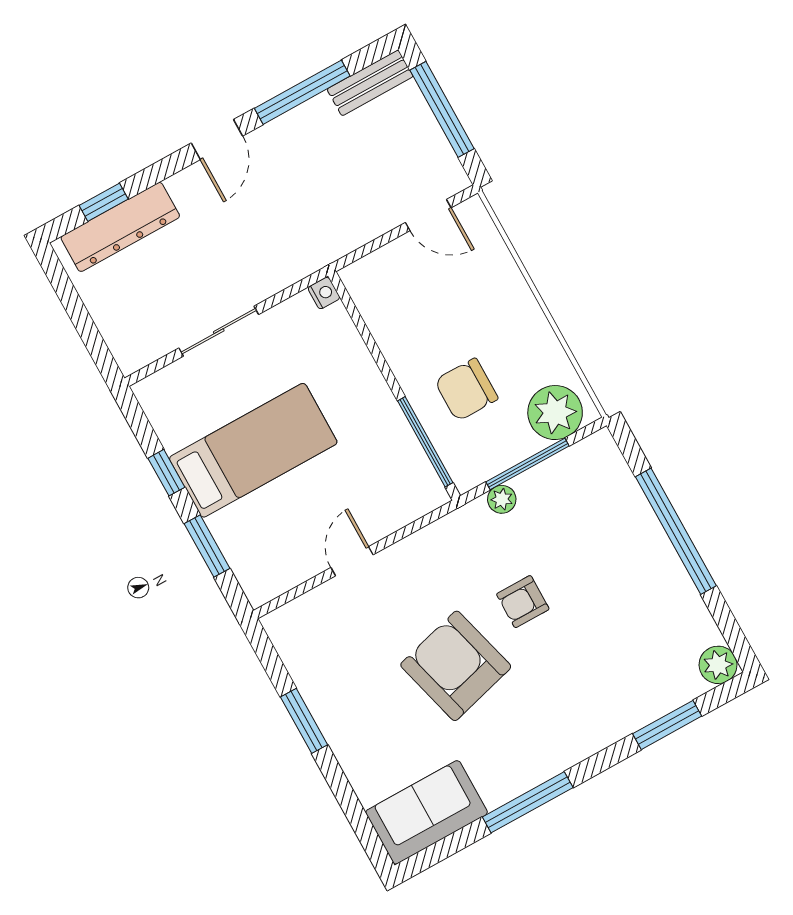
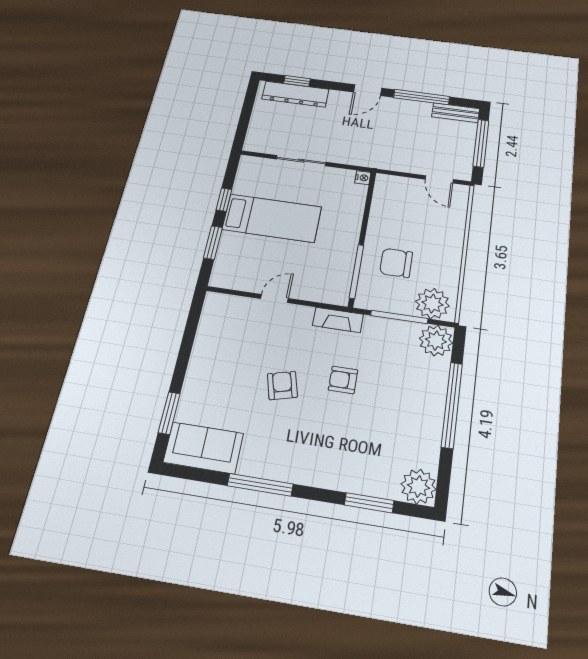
plant: (502, 499) -> (436, 341), moved, width x1.88, depth x1.88
fireplace: (455, 528) -> (338, 320), added
plant: (718, 665) -> (418, 486), width x1.36, depth x1.36
armchair: (456, 666) -> (282, 385), width x0.53, depth x0.53
window: (304, 721) -> (169, 413), moved

